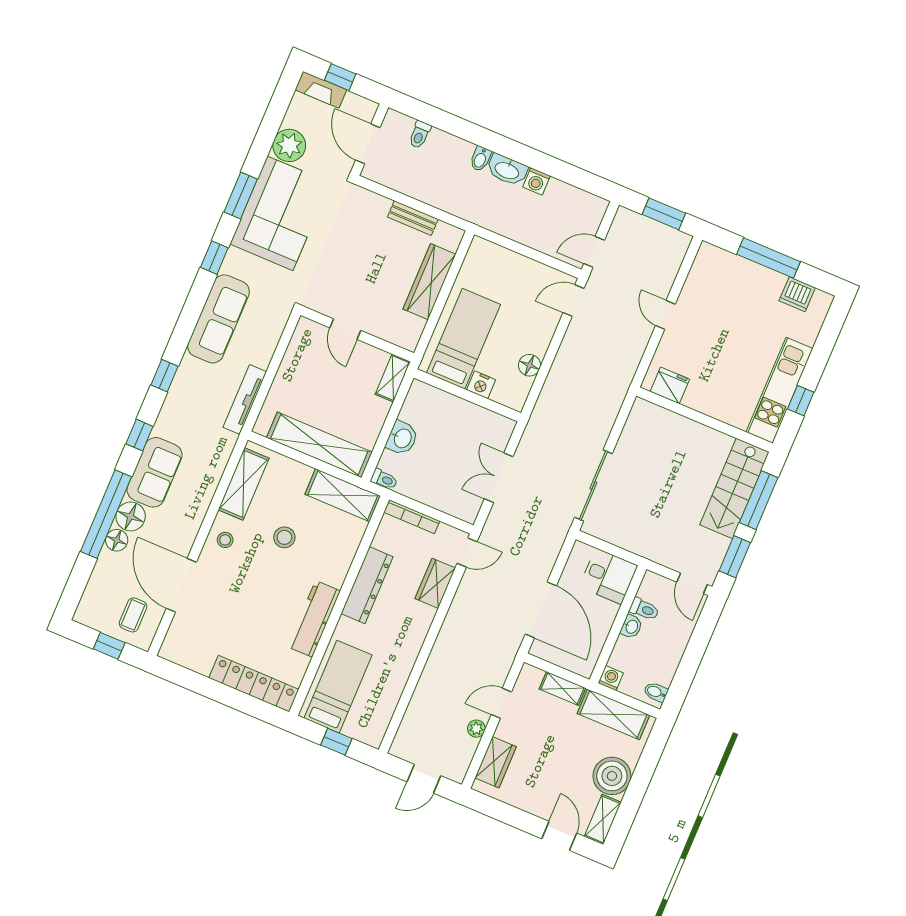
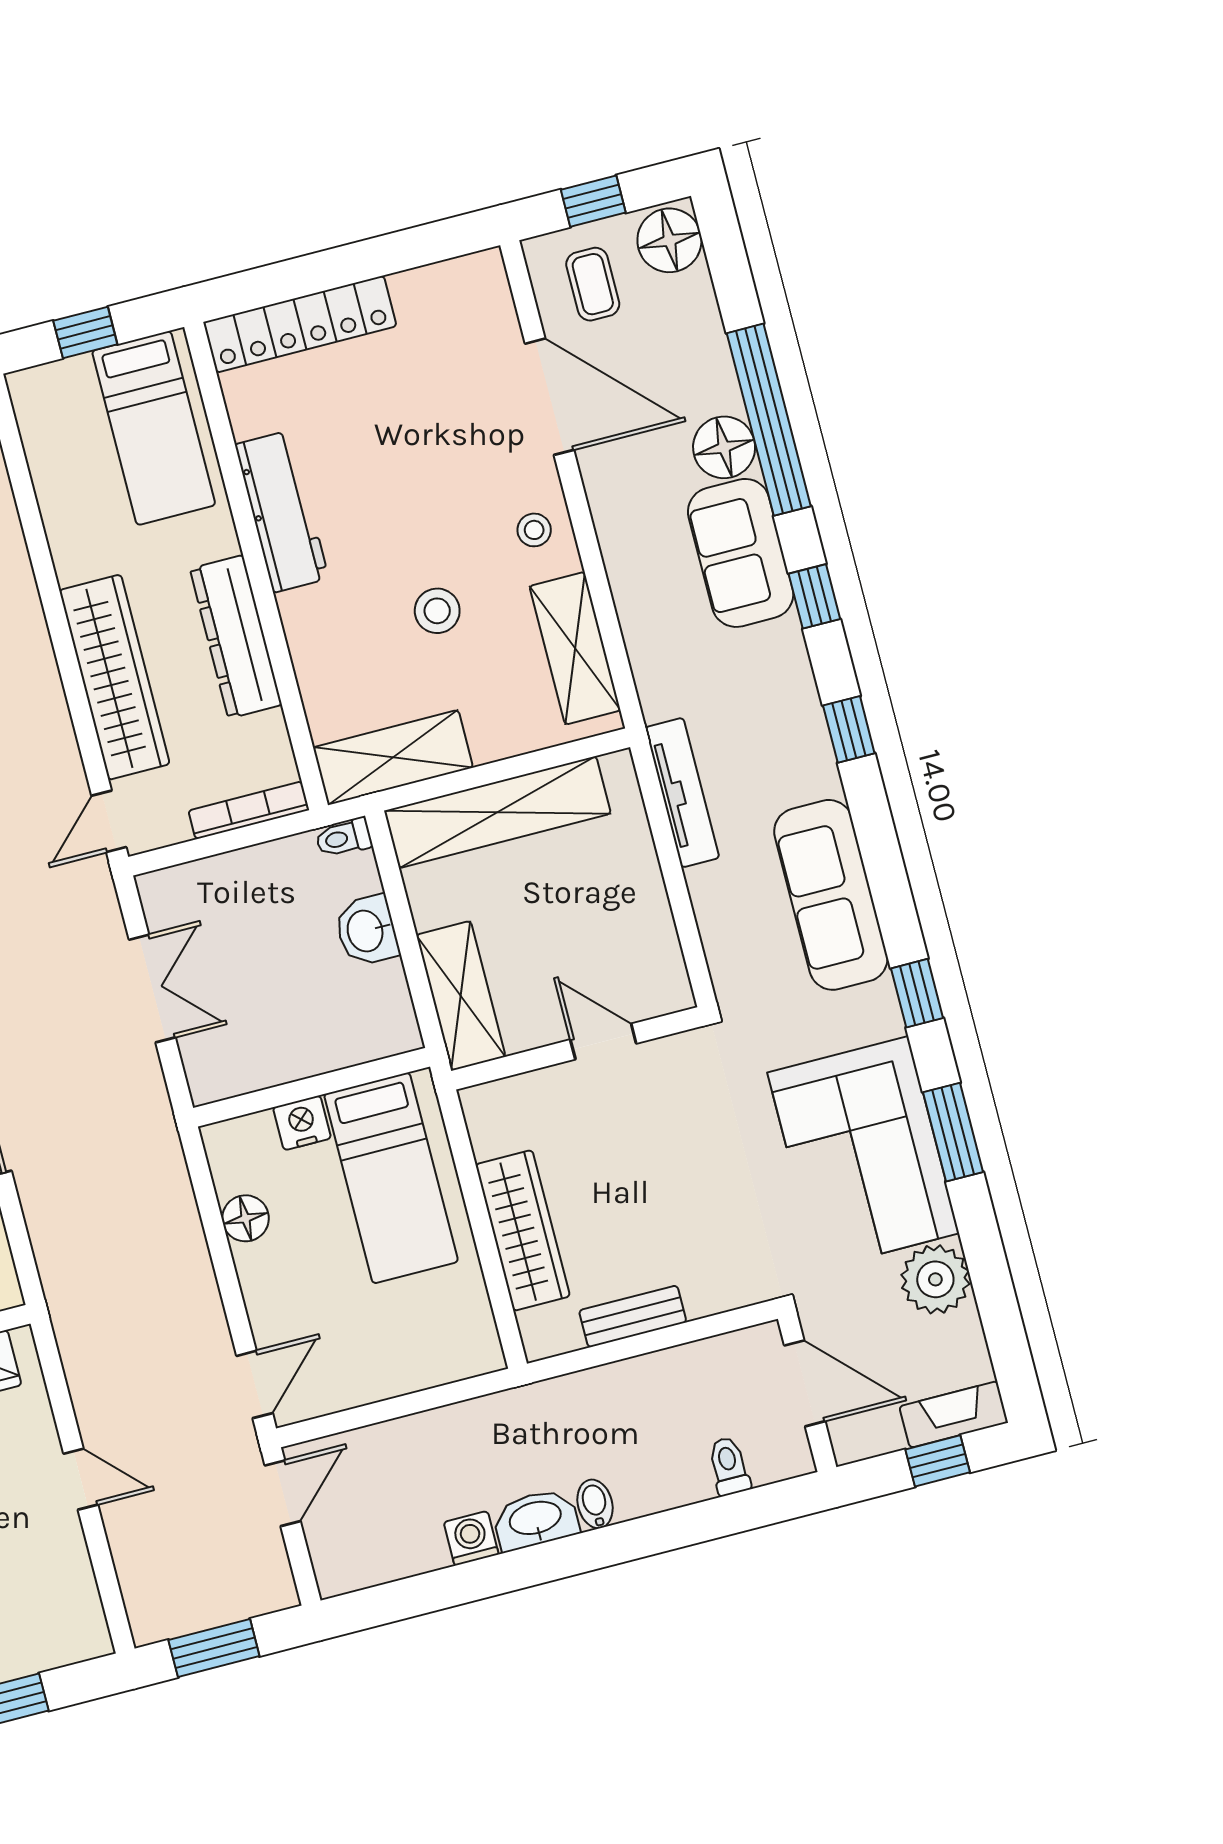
shelving: (393, 378) -> (461, 996), width x1.50, depth x1.33
floor lamp: (117, 540) -> (669, 240), moved, width x1.38, depth x1.38
wardrobe: (435, 583) -> (114, 677), width x2.10, depth x1.17

